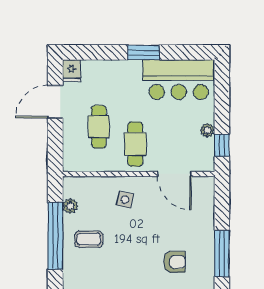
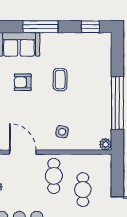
plant: (70, 206) -> (106, 144), moved
coffee table: (89, 239) -> (60, 80), moved, turned 90

